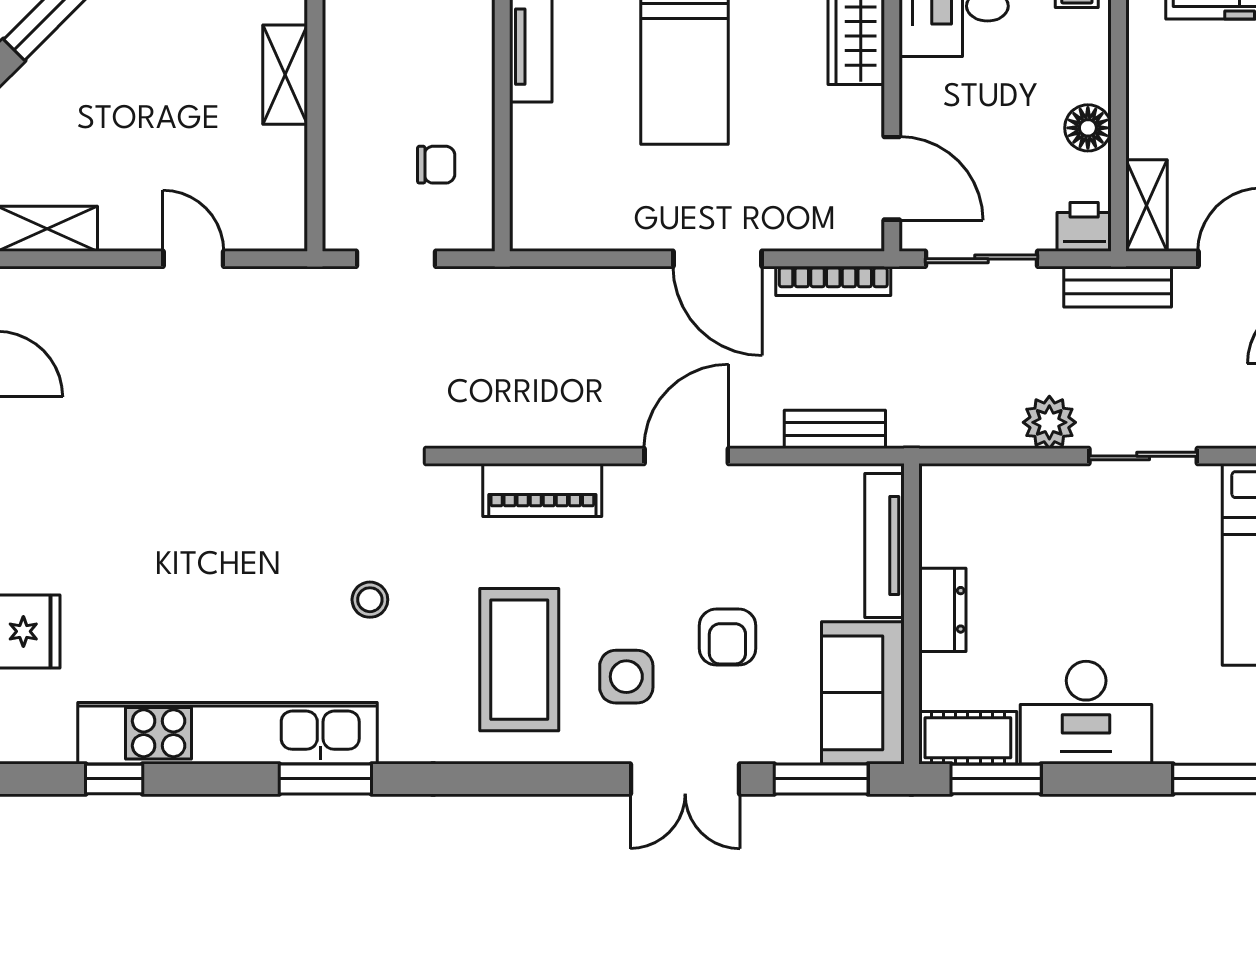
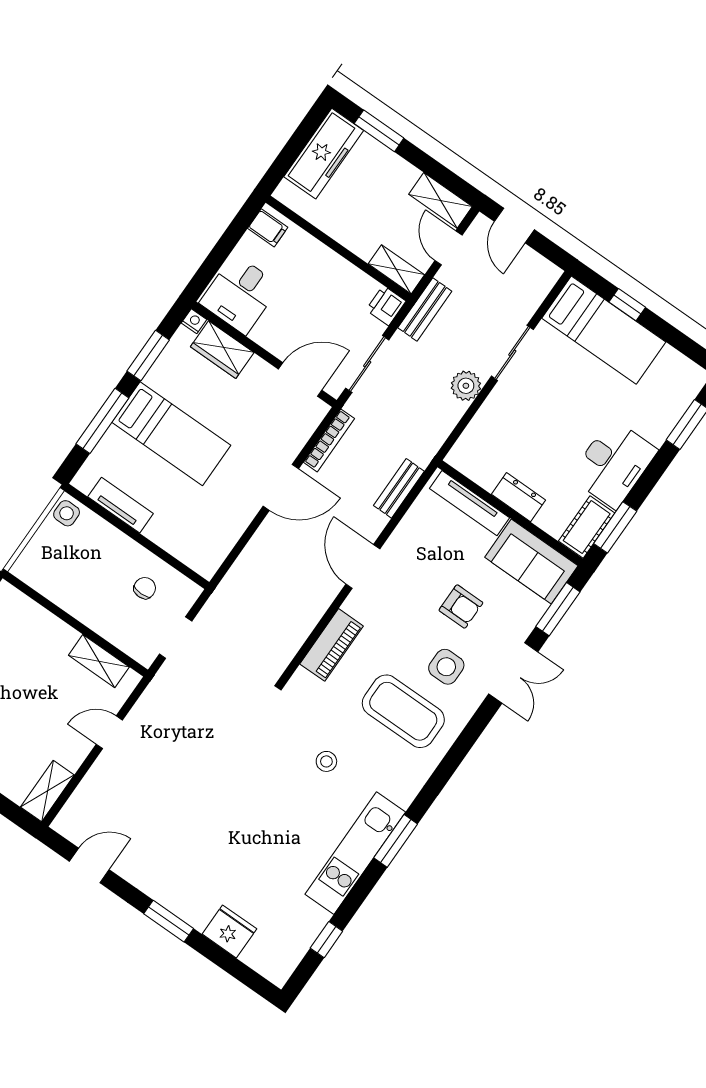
shelving: (285, 75) -> (99, 661), moved
floor lamp: (1088, 128) -> (341, 271), removed
kitchen unit: (227, 733) -> (355, 853), width x0.73

